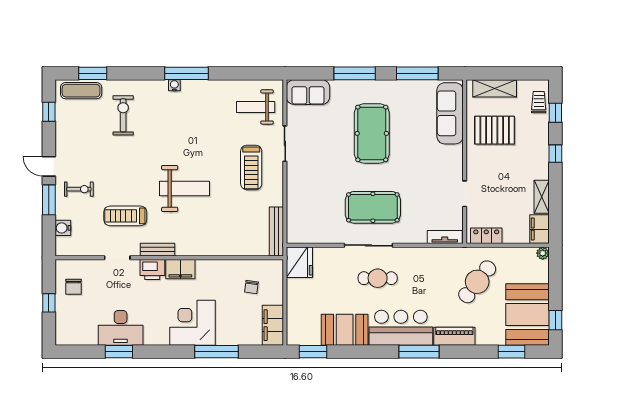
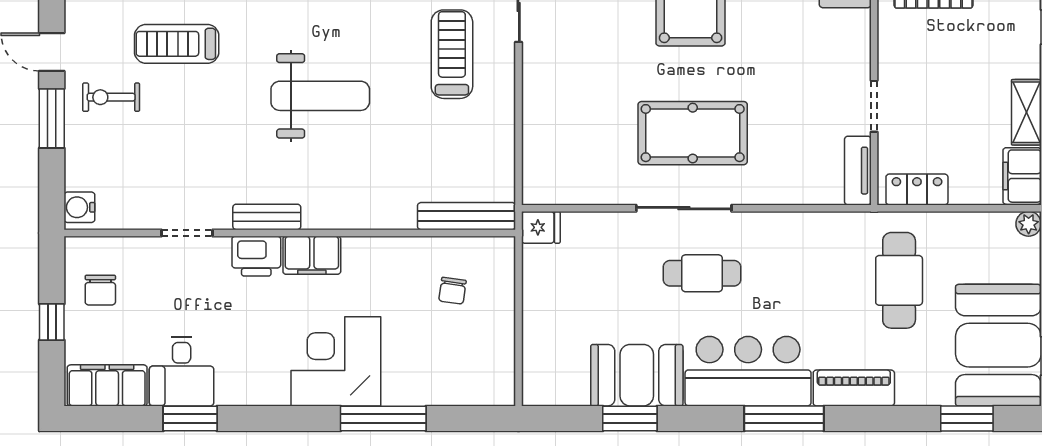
treadmill: (251, 167) -> (452, 54), turned 180
exercise bike: (79, 189) -> (111, 97), turned 180
treadmill: (125, 216) -> (177, 44), moved
water cooler: (63, 228) -> (79, 207), moved
bench: (276, 232) -> (467, 216), moved, turned 90
tv unit: (445, 237) -> (858, 171), moved, turned -90
fridge: (299, 262) -> (541, 227), width x0.53, depth x0.75
cafe table: (477, 282) -> (899, 280), turned -38
filing cabinet: (273, 325) -> (107, 385), moved, turned 90
desk: (121, 328) -> (182, 371), width x0.73
window: (313, 352) -> (630, 418), moved

